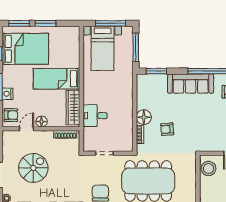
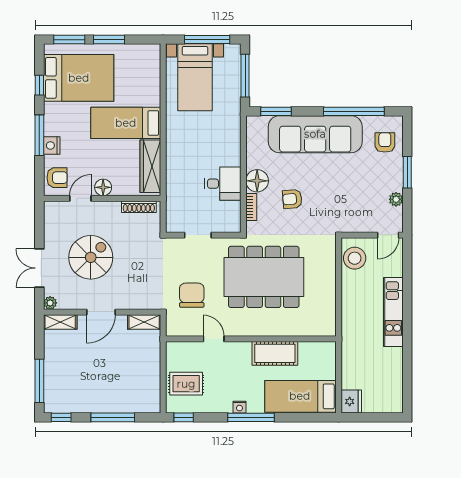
sofa: (191, 84) -> (315, 134), width x1.36, depth x1.27
desk: (95, 116) -> (223, 184), moved, turned 180

